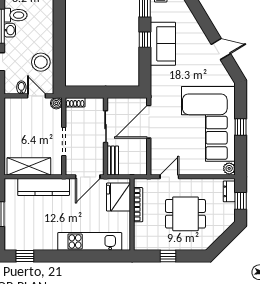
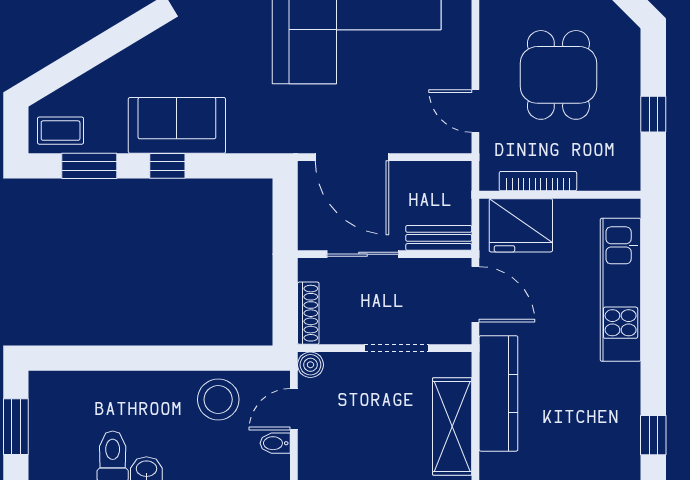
shoe rack: (75, 102) -> (308, 313), width x1.43

